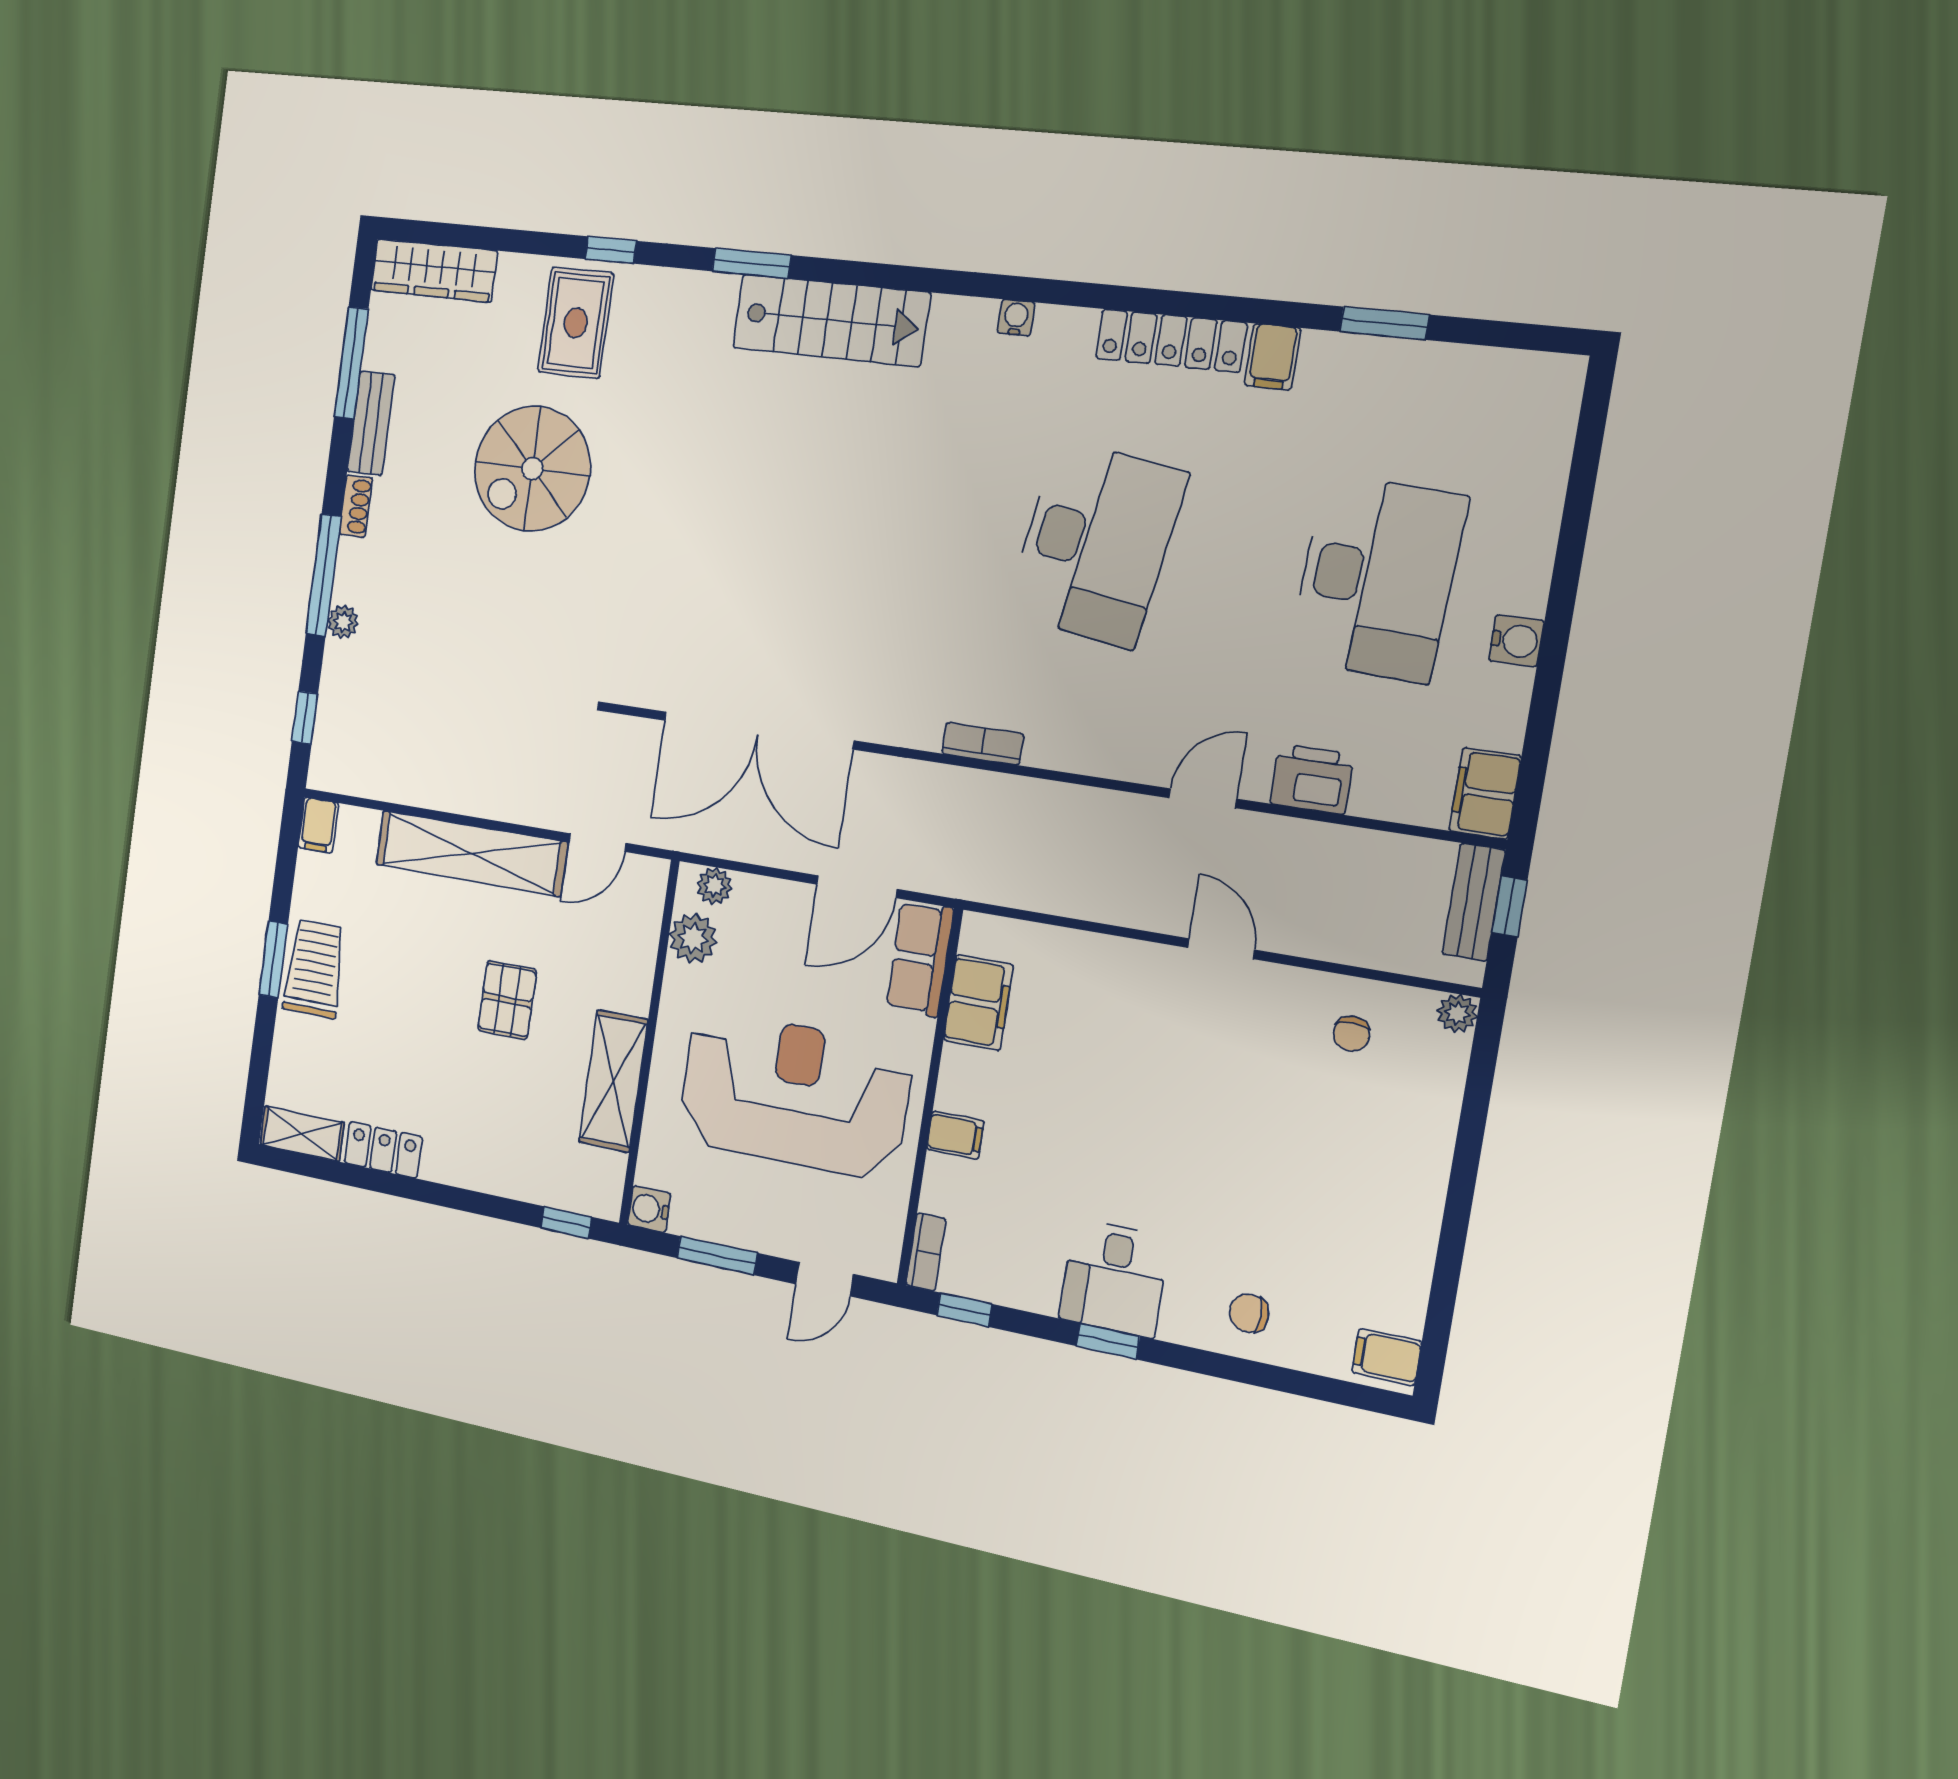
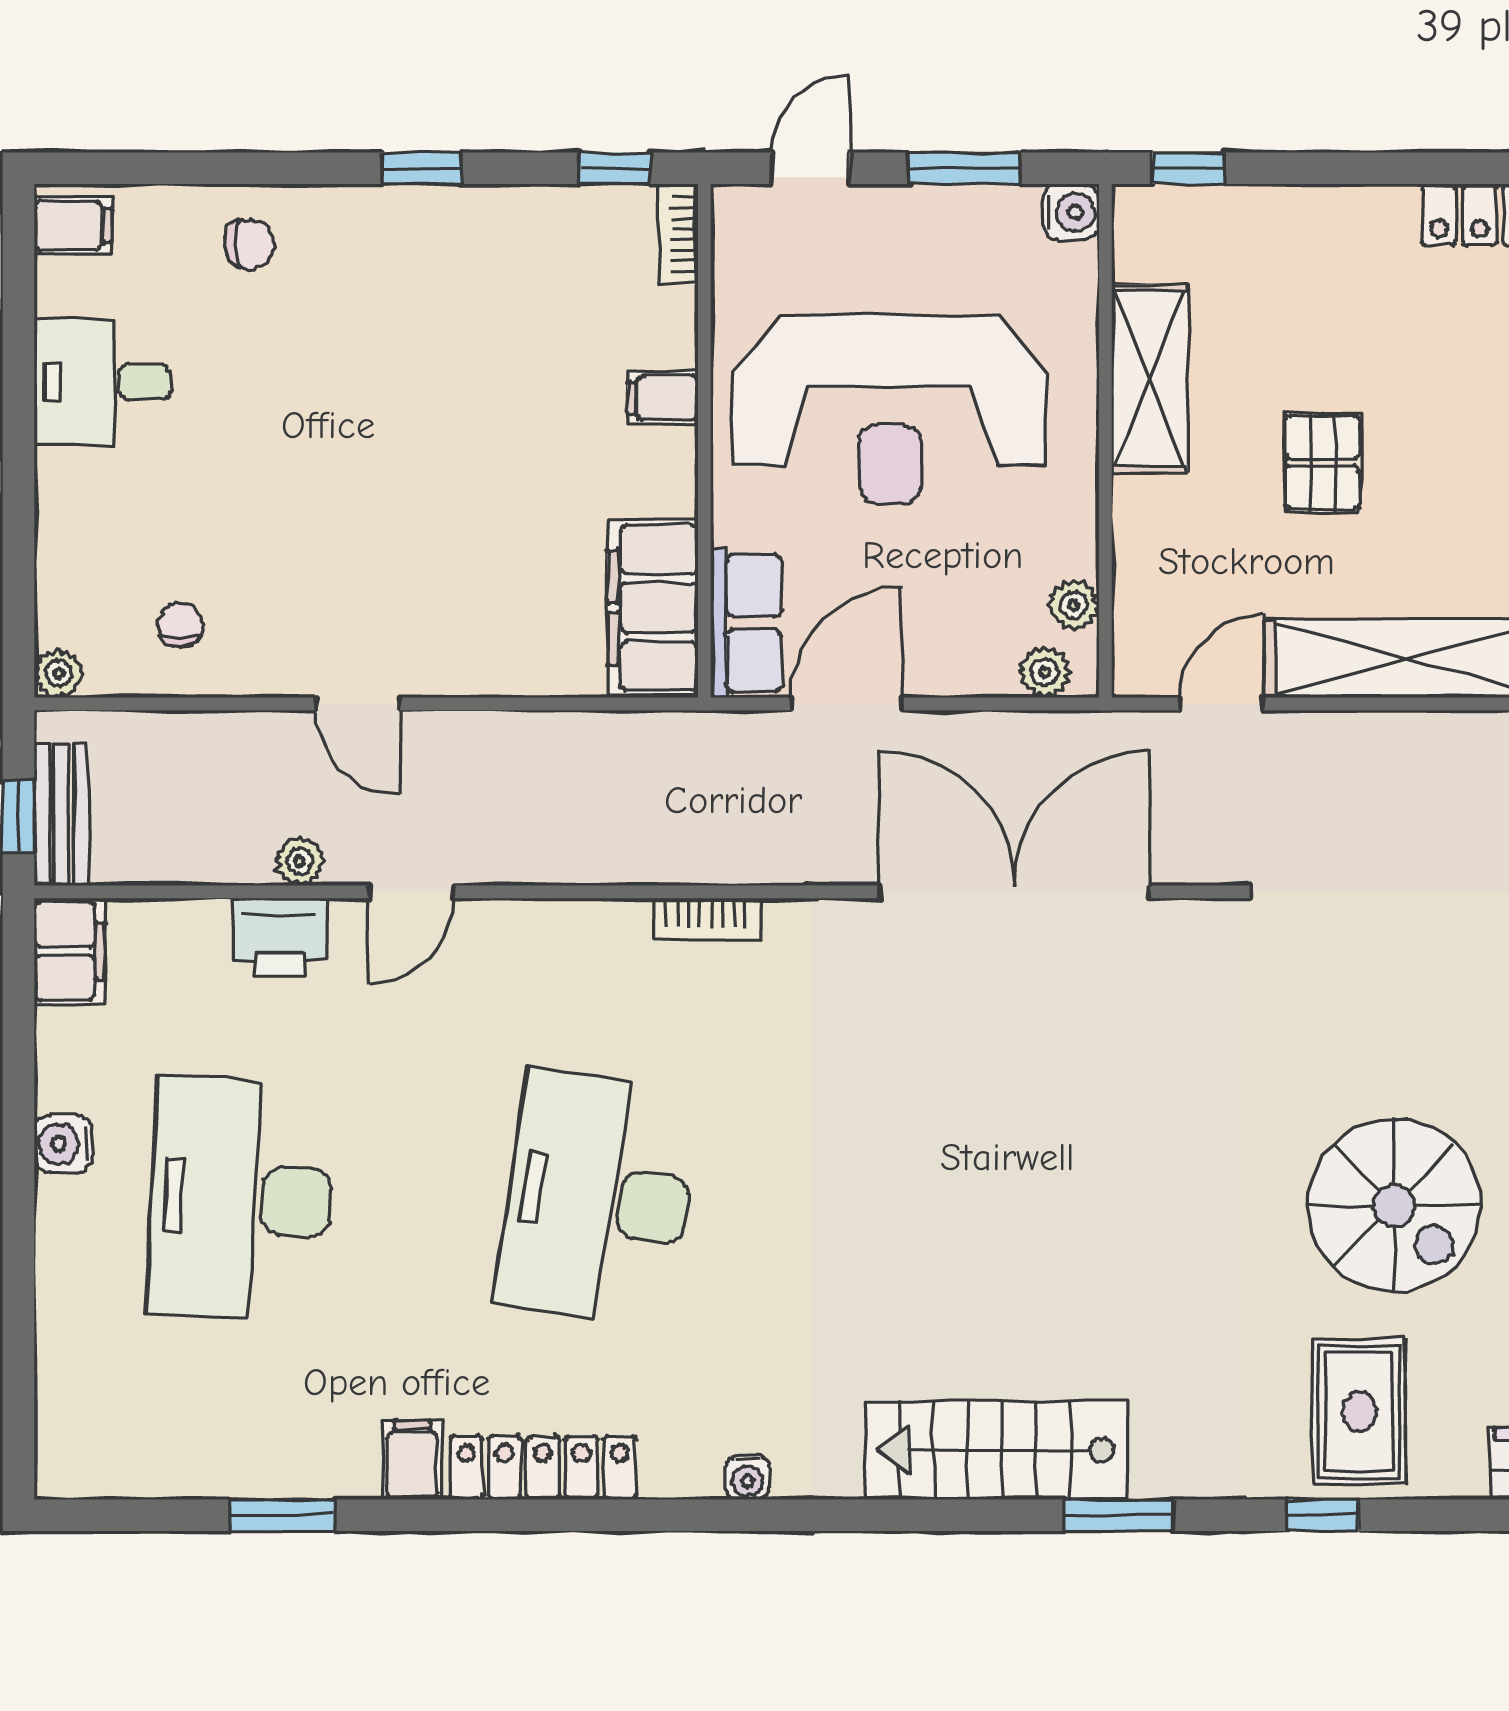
spiral stairs: (532, 469) -> (1394, 1205), turned 90
plant: (1286, 835) -> (300, 861), added
plant: (693, 938) -> (1074, 605), width x0.73, depth x0.73
filing cabinet: (978, 1003) -> (653, 608), width x1.50, depth x1.17
desk: (1114, 1278) -> (103, 382), moved, turned -90

